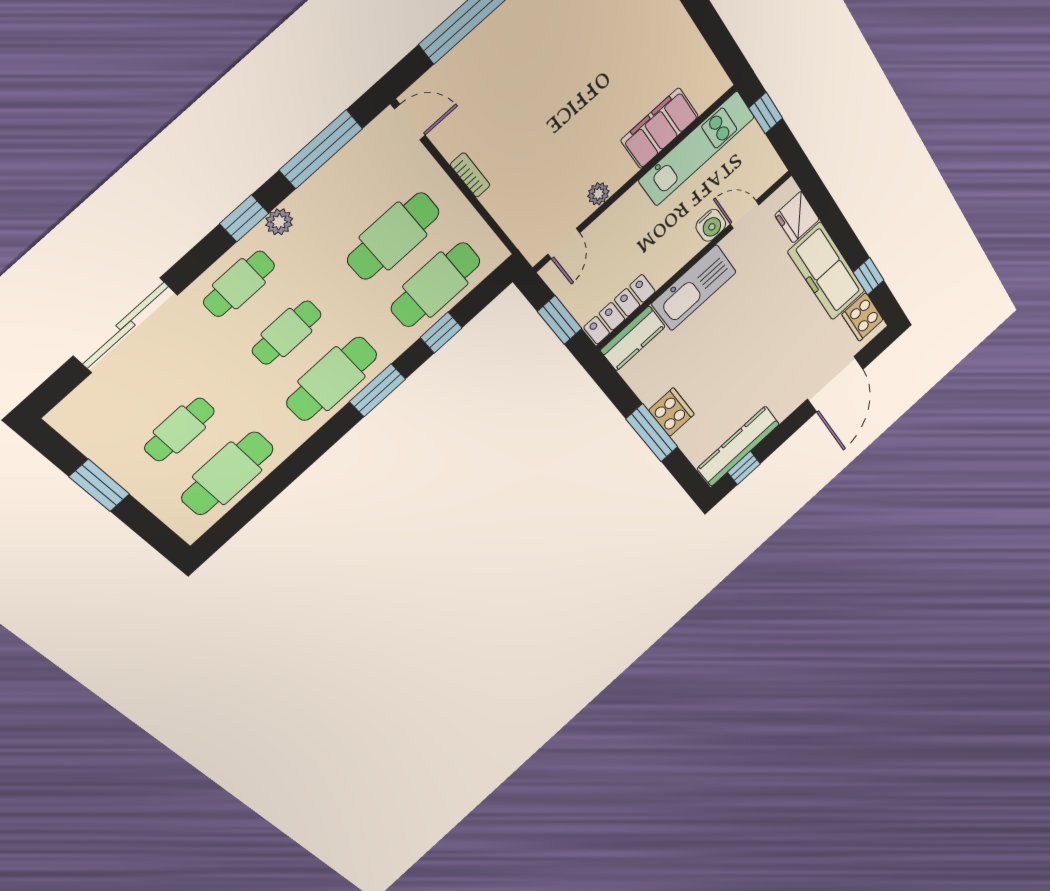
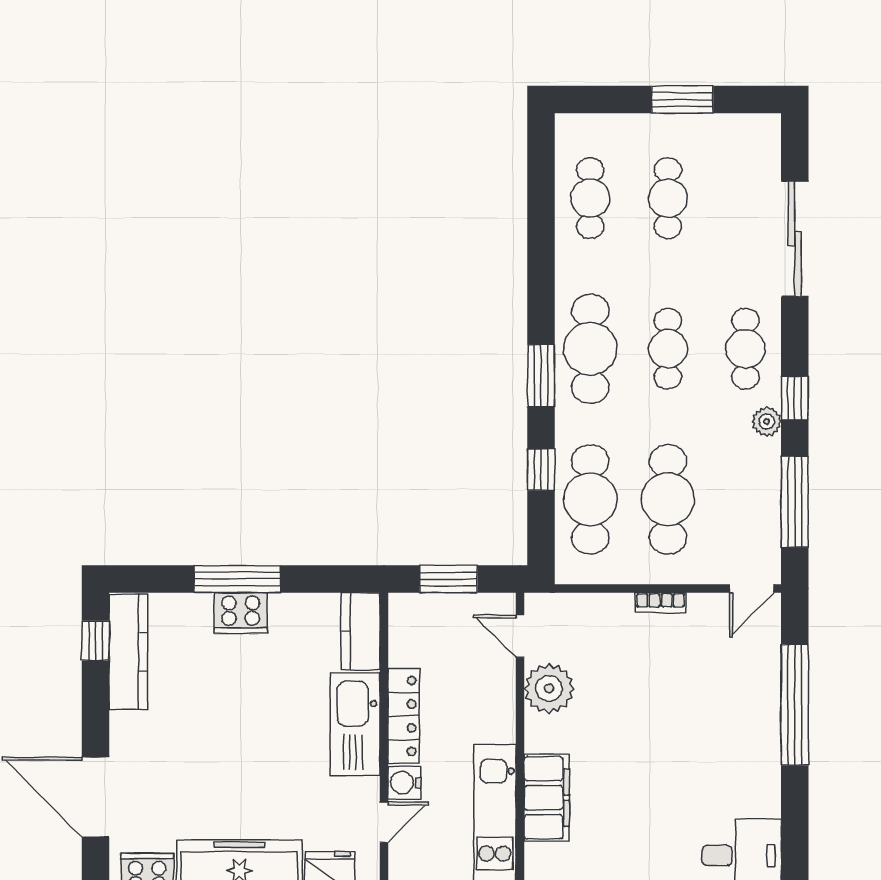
plant: (598, 194) -> (549, 688), width x1.88, depth x1.88
locker: (620, 309) -> (404, 716), moved
cafe table: (227, 473) -> (590, 198), width x0.73, depth x0.74

